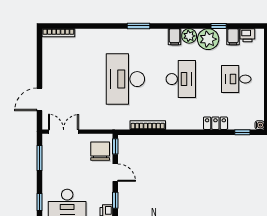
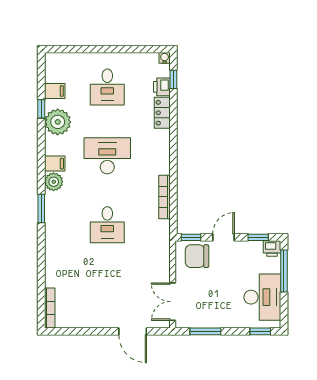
printer: (247, 35) -> (162, 87), moved, turned 180
plant: (189, 36) -> (54, 182), moved
desk: (125, 79) -> (107, 225), width x0.53, depth x0.77

